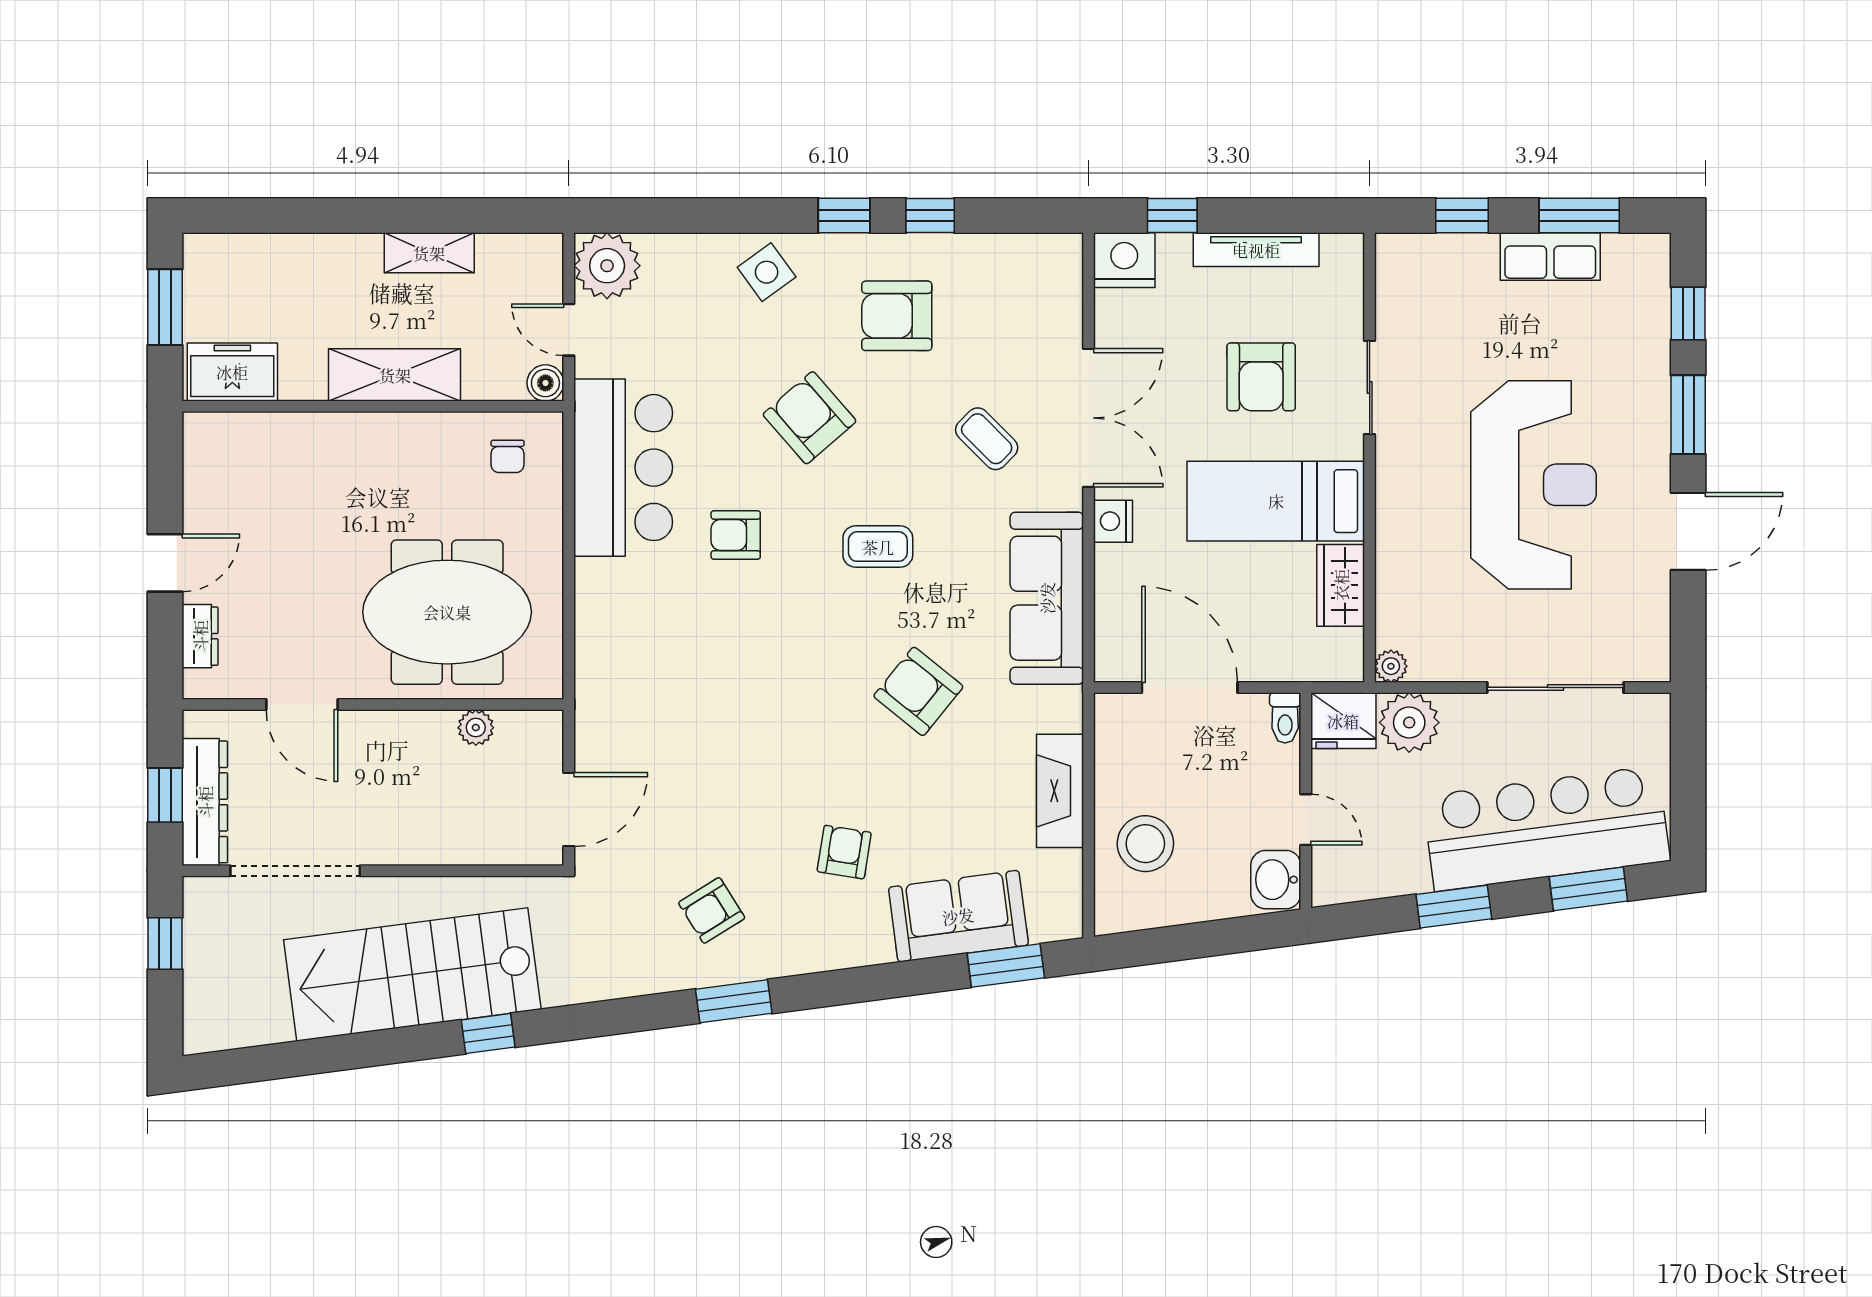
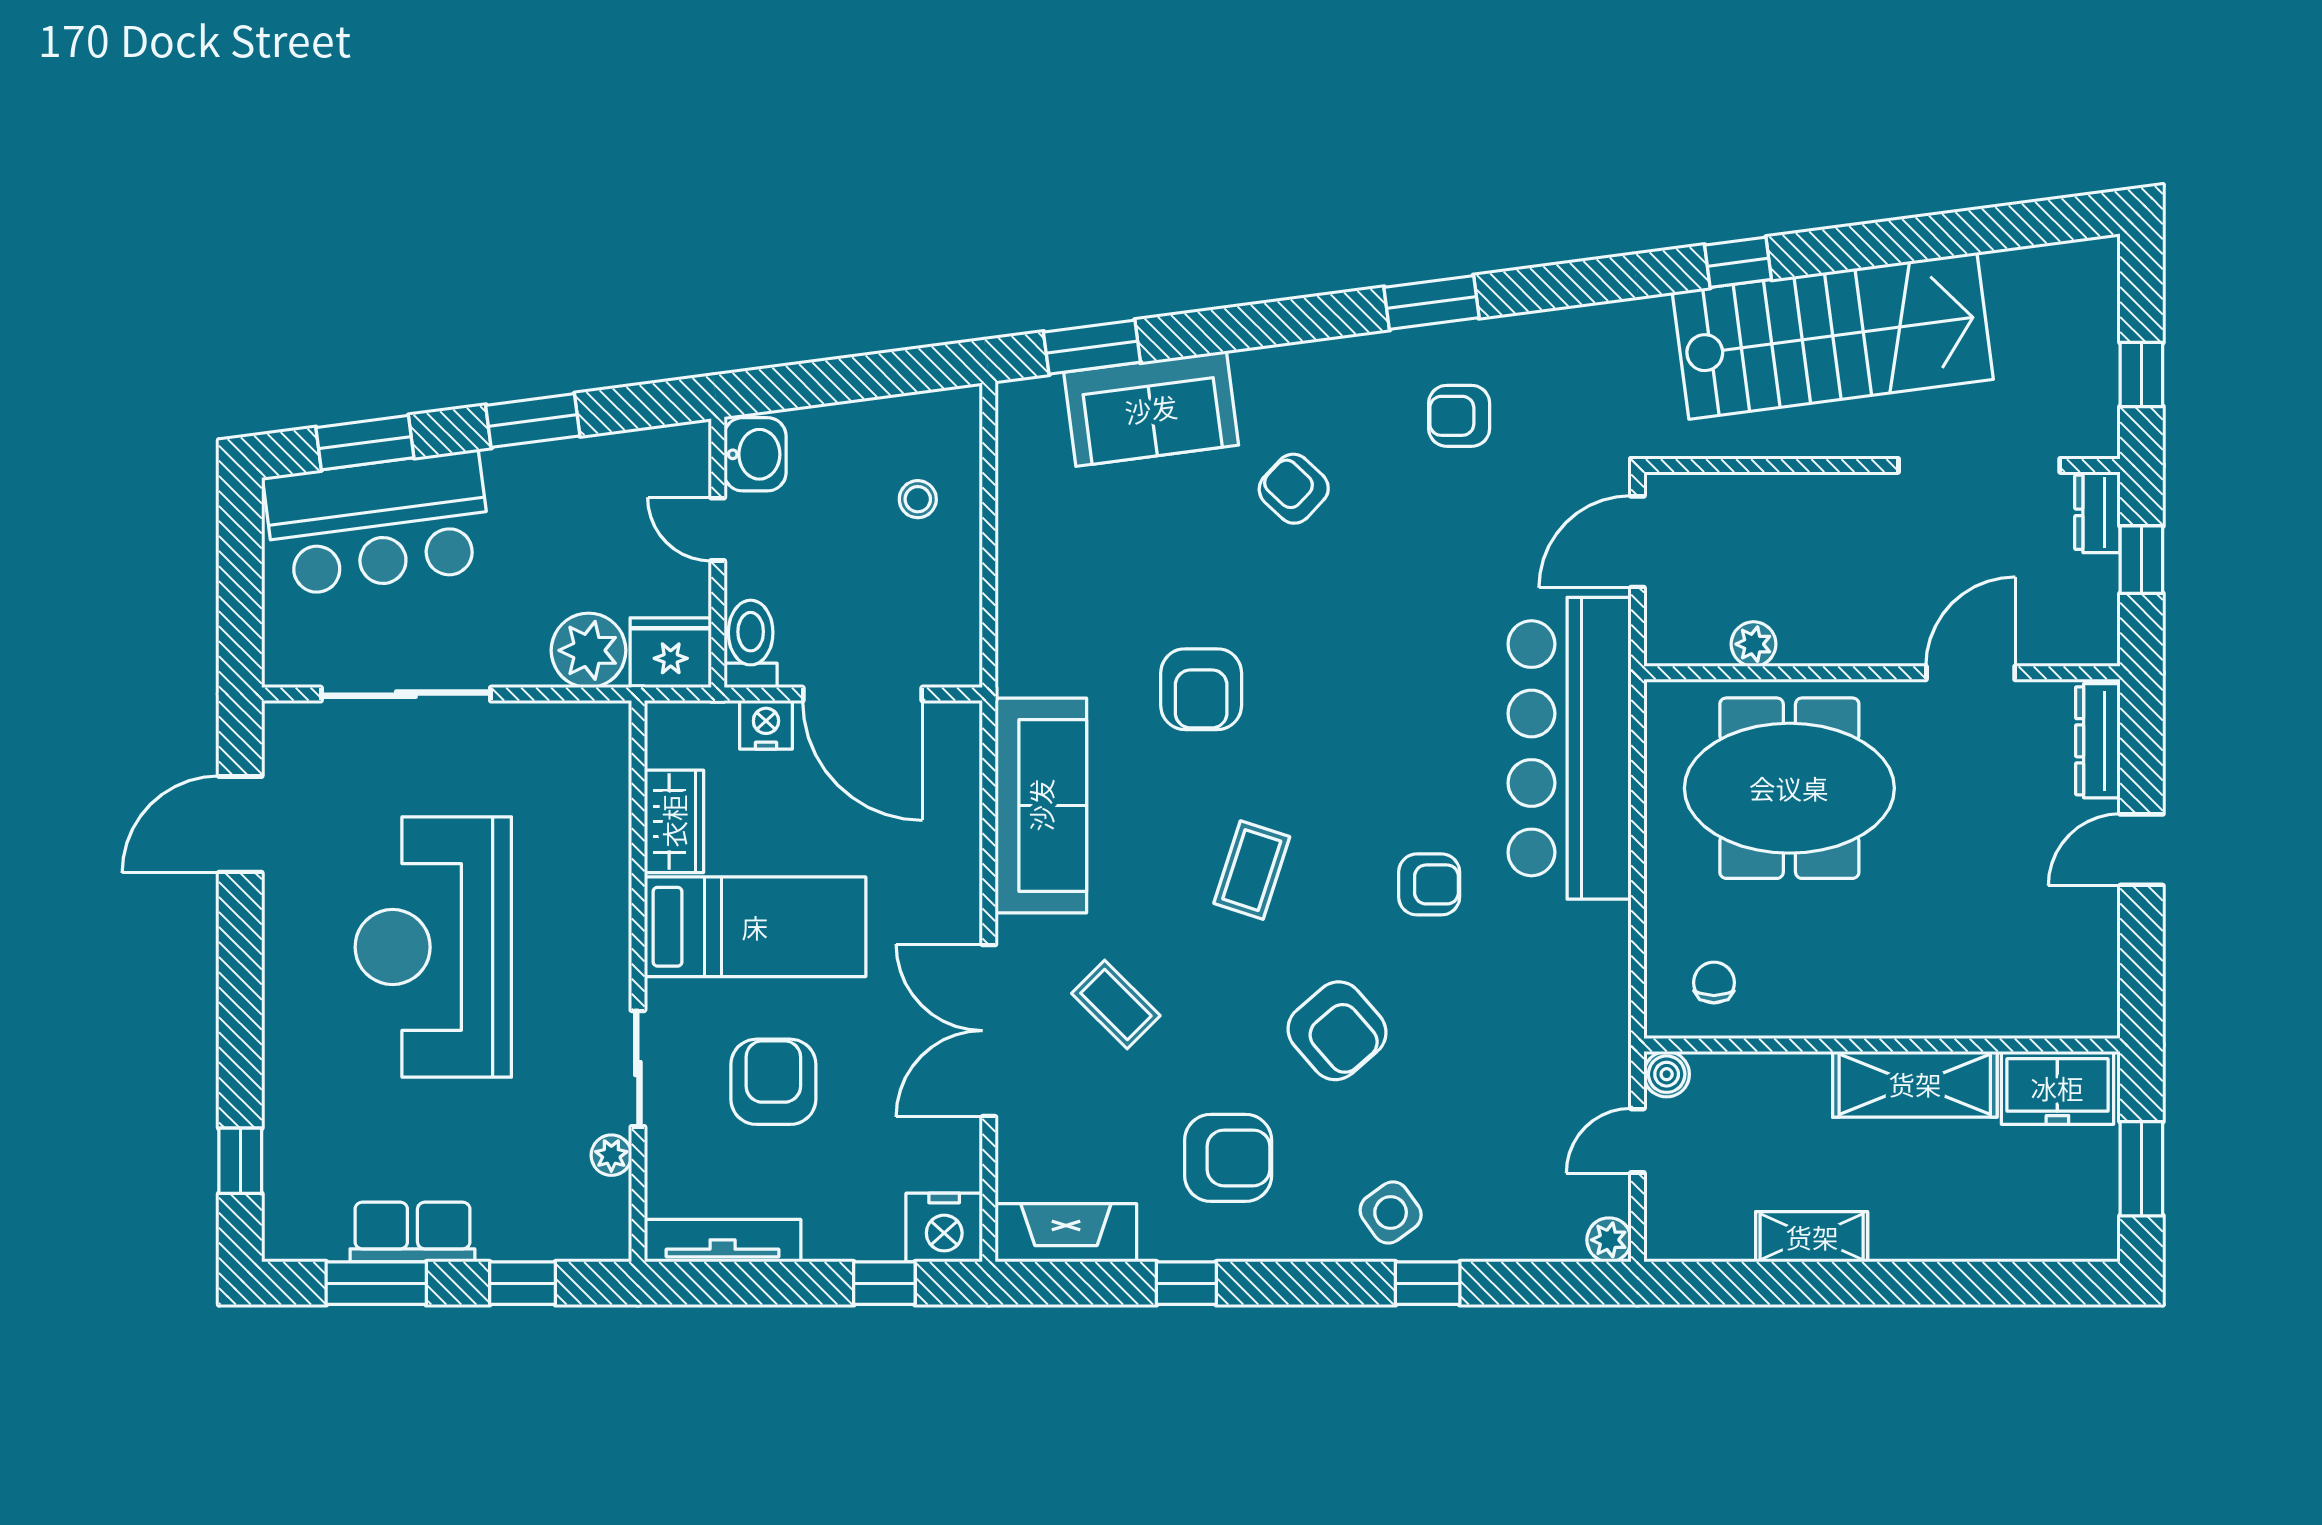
window: (844, 216) -> (1428, 1283), moved
tv unit: (1256, 250) -> (723, 1241), moved
plant: (607, 266) -> (1609, 1240), width x0.53, depth x0.53
door: (569, 330) -> (1637, 1141), swing flipped
shelving: (395, 375) -> (1915, 1084), moved
window: (1688, 415) -> (240, 1035), removed
bar counter: (623, 468) -> (1570, 748), moved, width x1.36
nightstand: (1113, 521) -> (766, 725), moved, turned -90
door: (1688, 531) -> (240, 824), moved
coffee table: (878, 547) -> (1252, 870), turned -72
dresser: (200, 636) -> (2098, 741), width x1.44
plant: (1391, 666) -> (611, 1155), moved
armchair: (918, 691) -> (1201, 689), turned 51
door: (302, 705) -> (1971, 673), hinge flipped
toilet: (1285, 718) -> (751, 644), width x1.37, depth x1.39
fireplace: (1060, 791) -> (1066, 1233), moved, turned -90
dresser: (205, 802) -> (2097, 512), width x0.51, depth x0.80
bar counter: (1546, 828) -> (378, 523), width x0.73
stool: (1145, 844) -> (918, 499), width x0.53, depth x0.53
armchair: (844, 852) -> (1294, 489), turned 124
armchair: (712, 910) -> (1459, 416), turned -148

